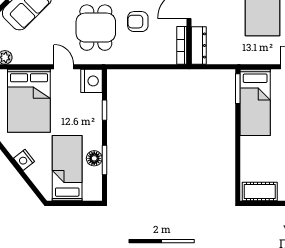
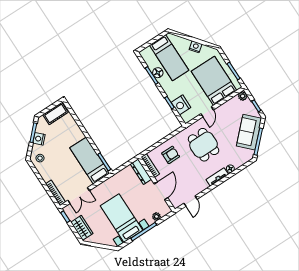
armchair: (138, 22) -> (171, 155), moved
door: (64, 67) -> (207, 112), hinge flipped
nightstand: (91, 81) -> (181, 105), moved

